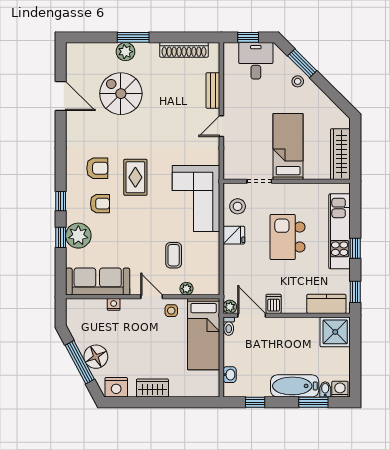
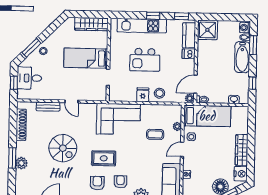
spiral stairs: (121, 94) -> (63, 148), moved, turned -90
stool: (238, 206) -> (159, 93), moved
dishwasher: (274, 304) -> (189, 54), moved
wardrobe: (152, 388) -> (242, 150), width x1.50

